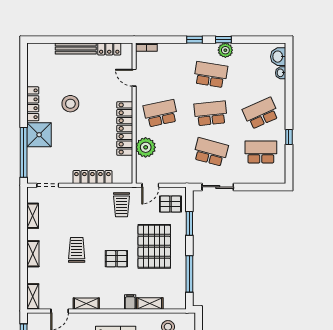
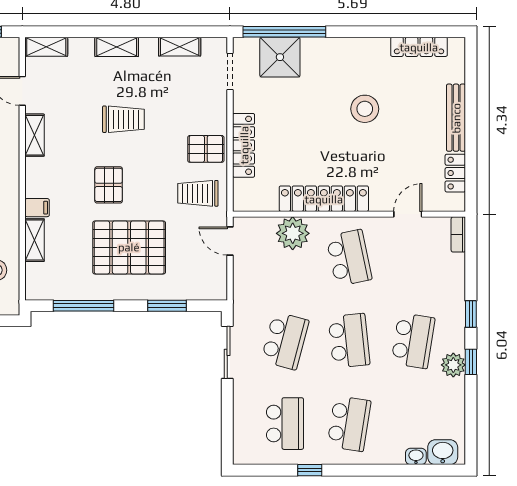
locker: (33, 104) -> (419, 47), moved
school desk: (261, 113) -> (349, 424), turned 33
shower: (39, 135) -> (280, 57), moved
pallet: (170, 204) -> (206, 149), moved, turned 90

